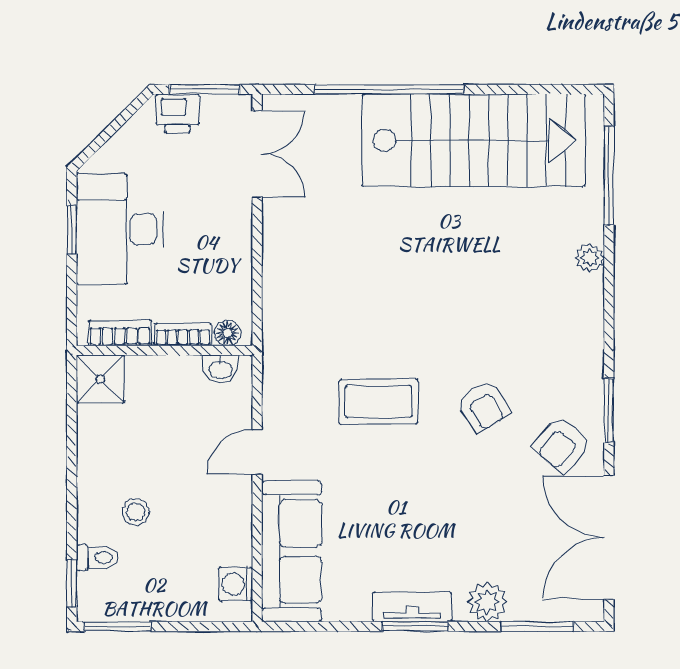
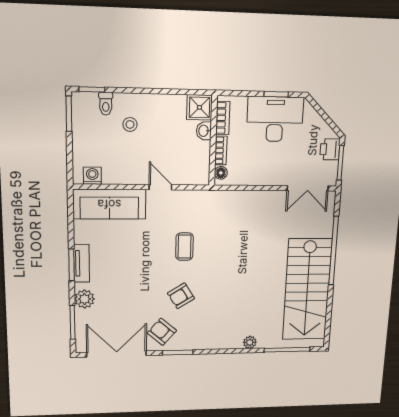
washbasin: (221, 369) -> (204, 131), moved
coffee table: (379, 402) -> (184, 247), width x0.73, depth x0.77

